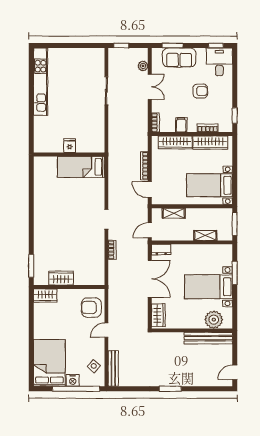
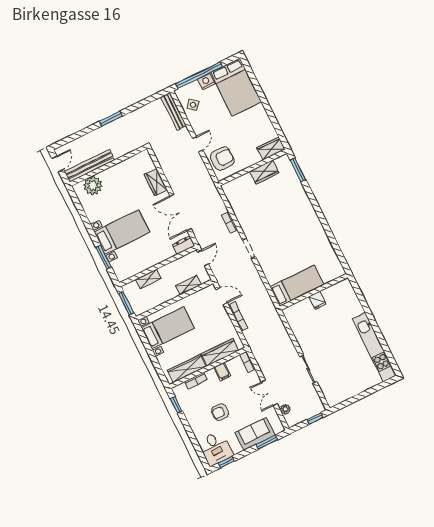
plant: (214, 320) -> (93, 186), moved
wall: (192, 330) -> (108, 165), moved
bench: (208, 338) -> (89, 166), moved

